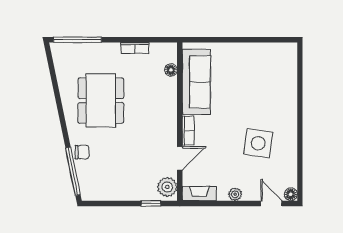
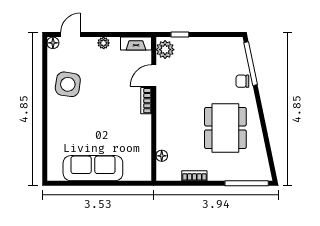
sofa: (196, 82) -> (93, 168), moved, turned 90
side table: (258, 143) -> (68, 84), moved
door: (271, 203) -> (71, 35), swing flipped

